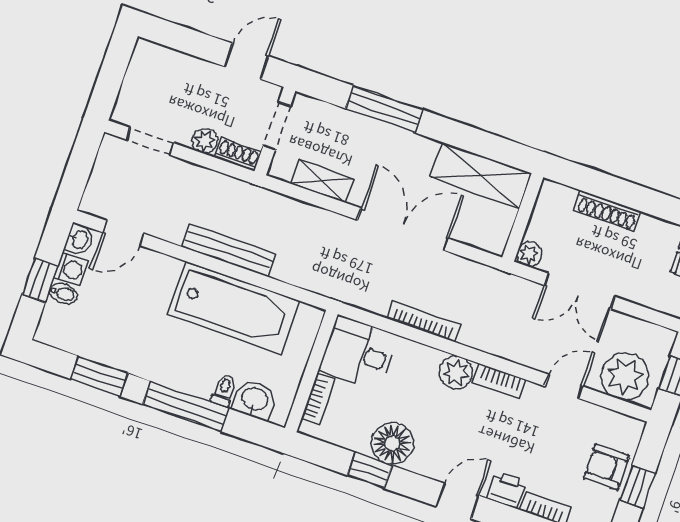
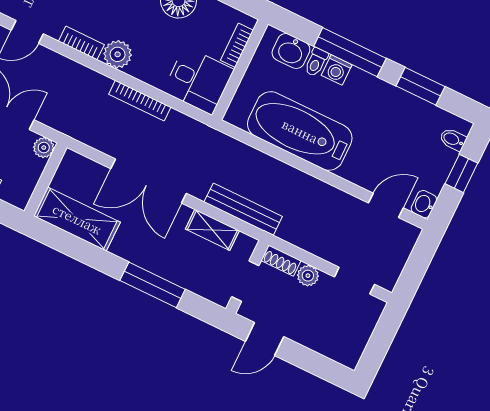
bench: (229, 250) -> (243, 209), moved
washing machine: (71, 269) -> (337, 70), moved, turned -90
bidet: (63, 294) -> (453, 139), moved

